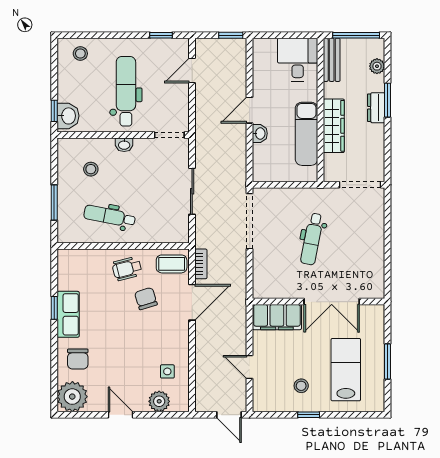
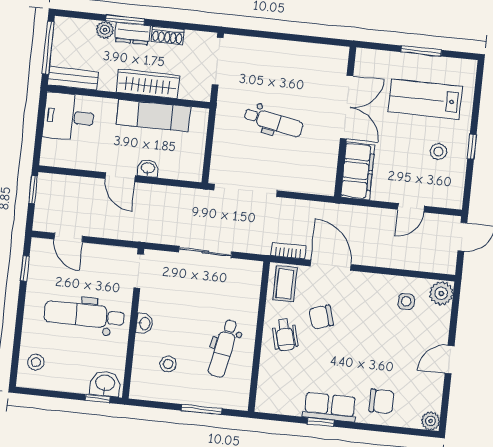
plant: (377, 66) -> (105, 30), moved
shoe rack: (378, 138) -> (167, 35), added
plant: (72, 397) -> (431, 421), width x0.53, depth x0.53
plant: (159, 401) -> (441, 293), moved

